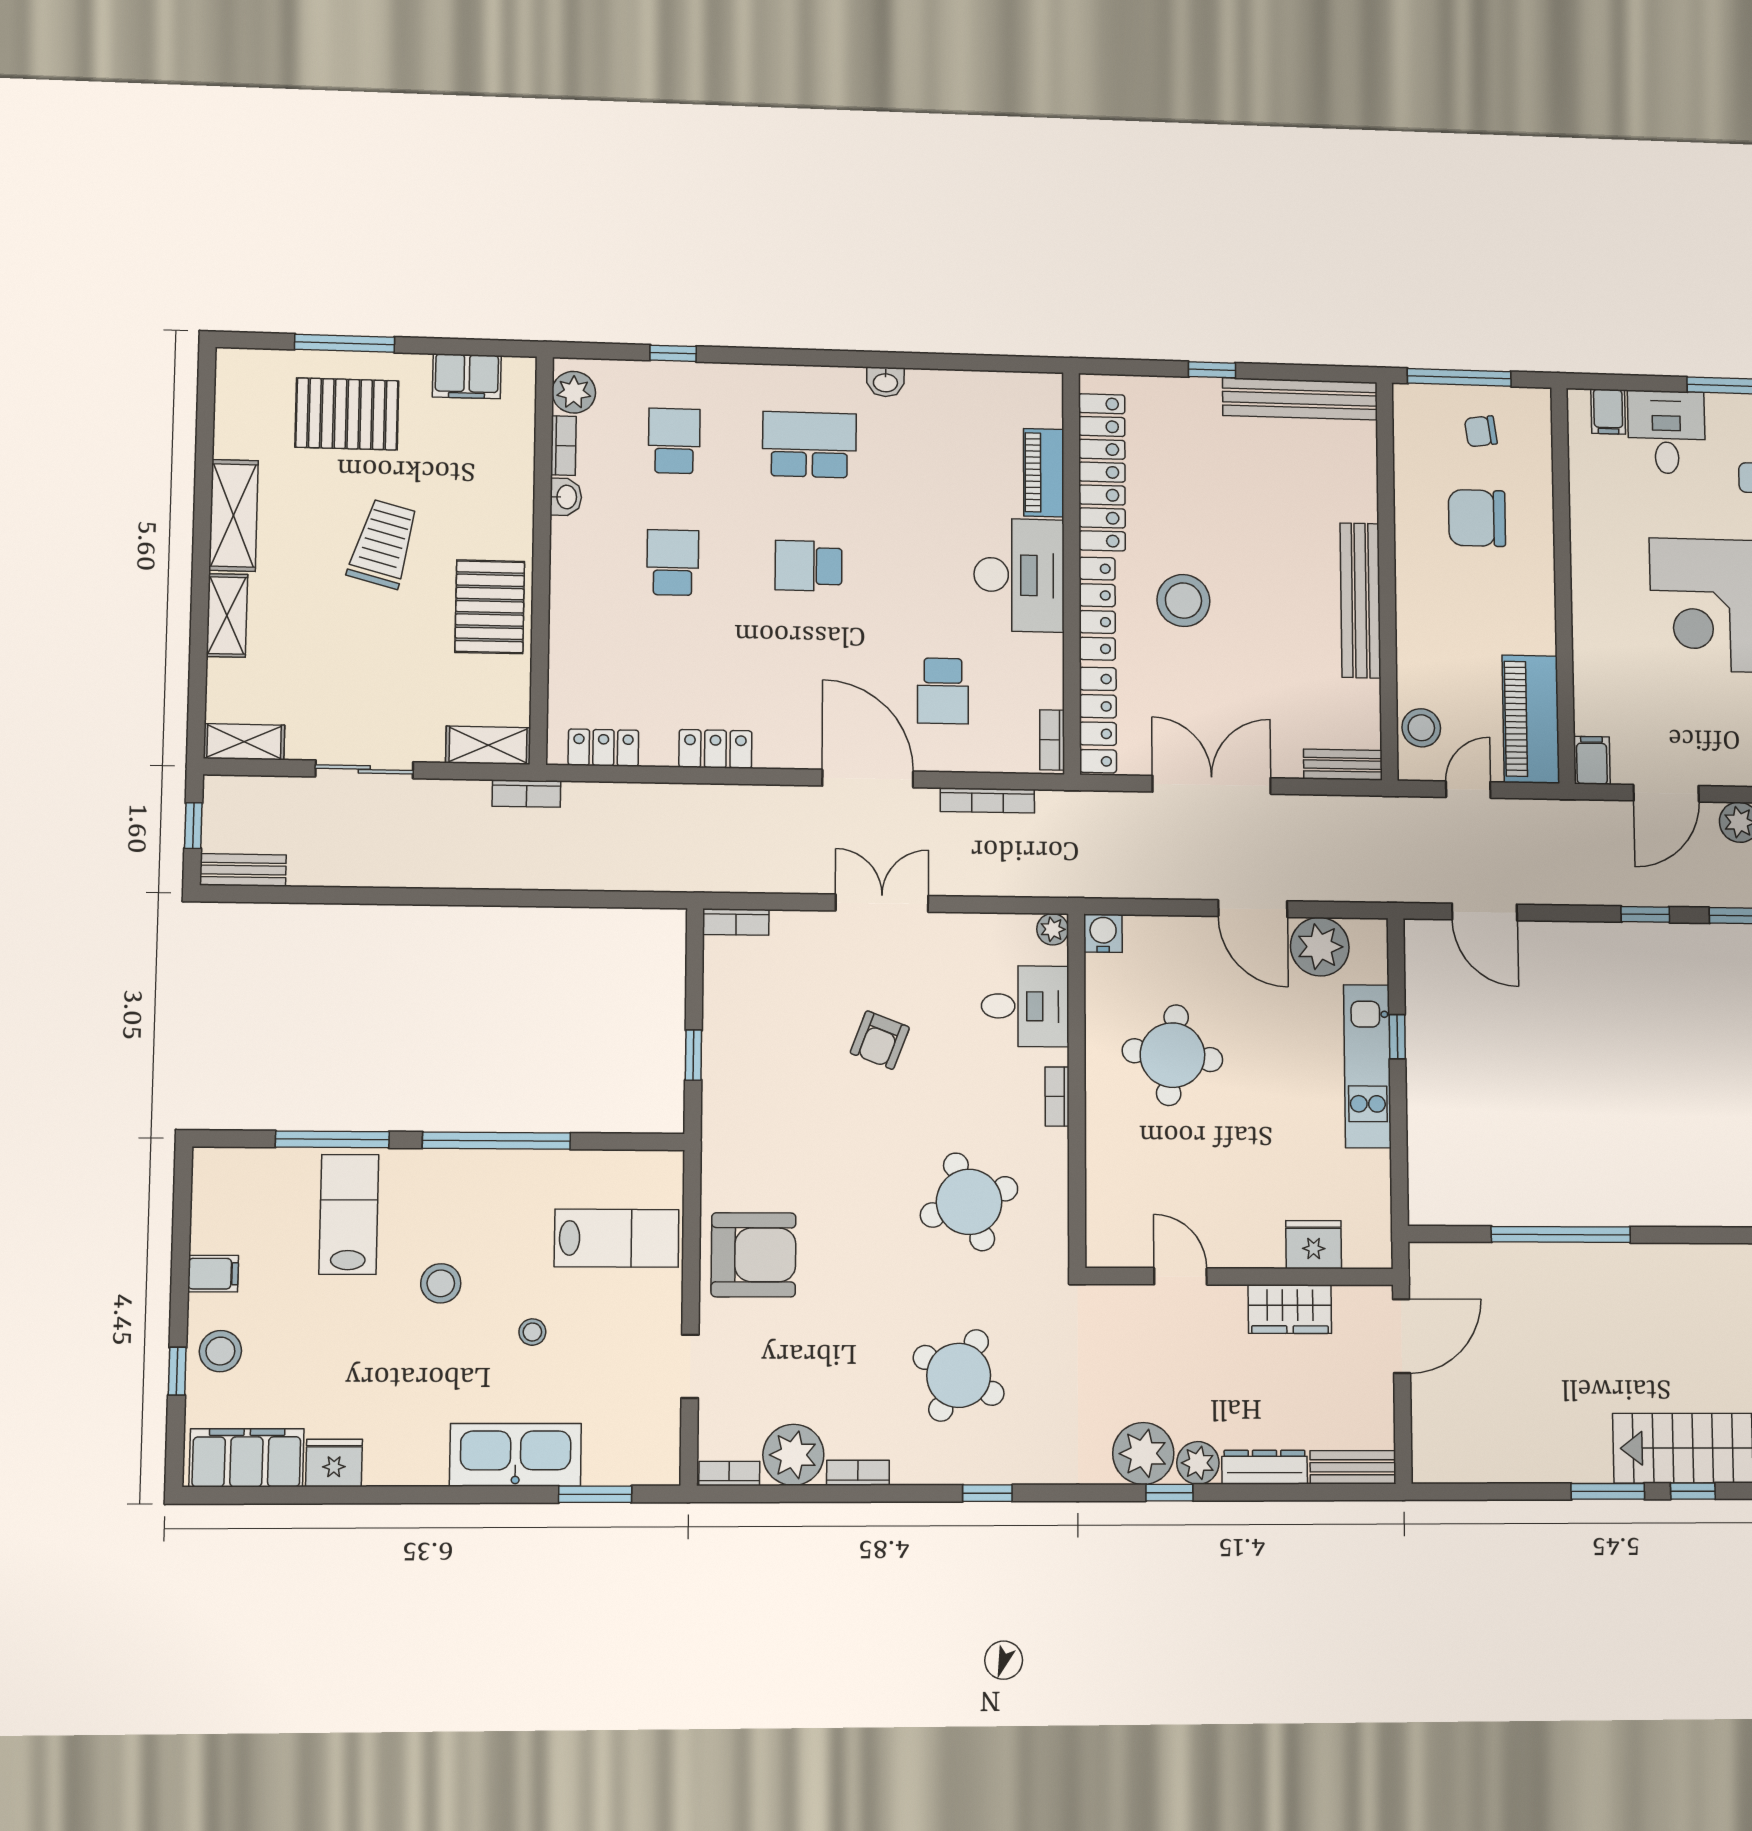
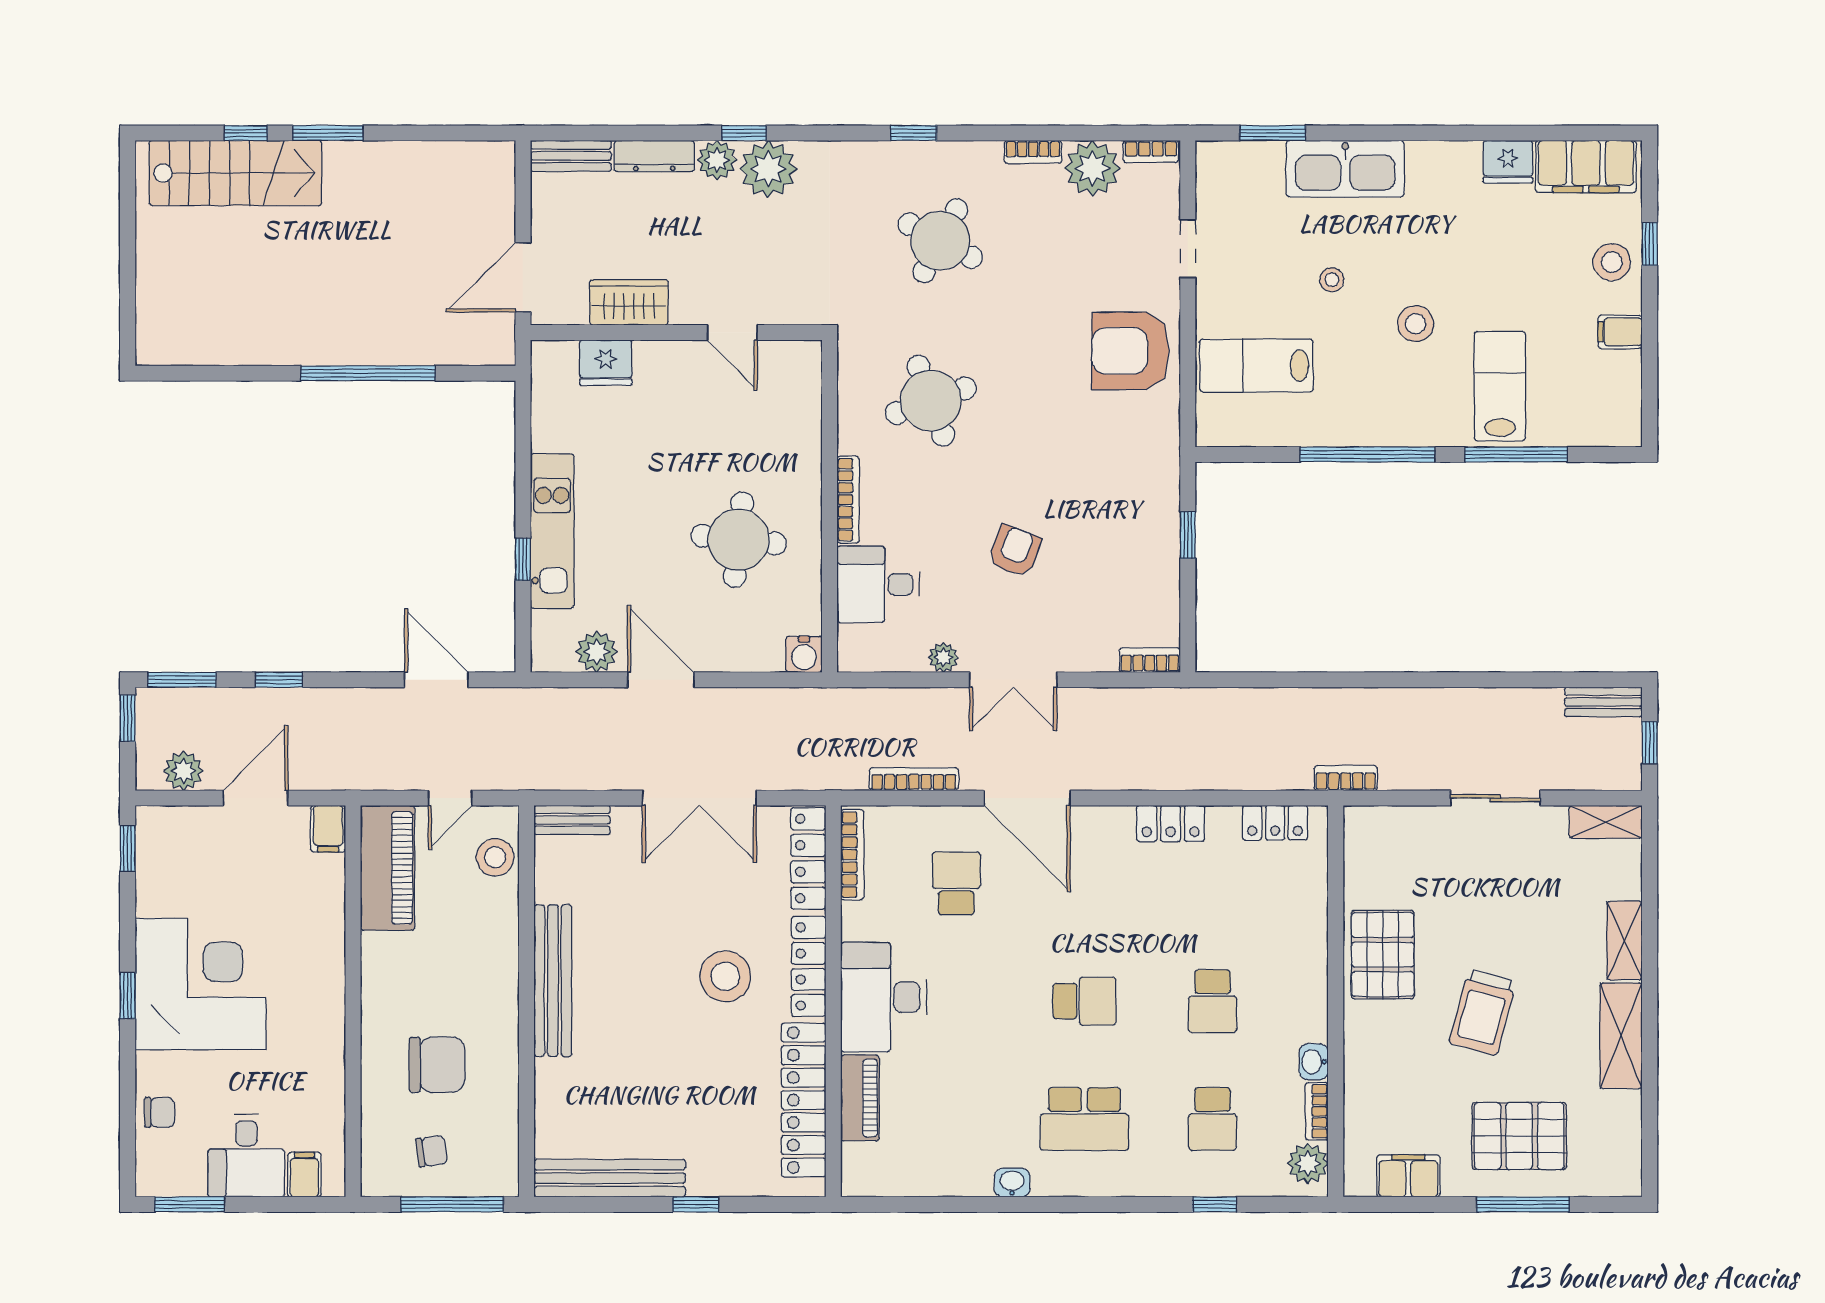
bookcase: (1052, 740) -> (852, 855), width x1.56
shelving: (488, 745) -> (1382, 823), removed
plant: (1053, 929) -> (943, 657), moved
plant: (1320, 947) -> (597, 652), width x0.73, depth x0.73
bookcase: (1057, 1097) -> (848, 500), width x1.56
lab bench: (349, 1214) -> (1500, 386), turned 180

